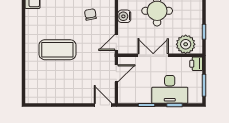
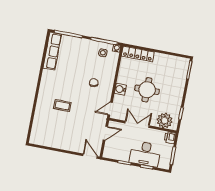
coffee table: (57, 50) -> (62, 106), width x0.54, depth x0.58

